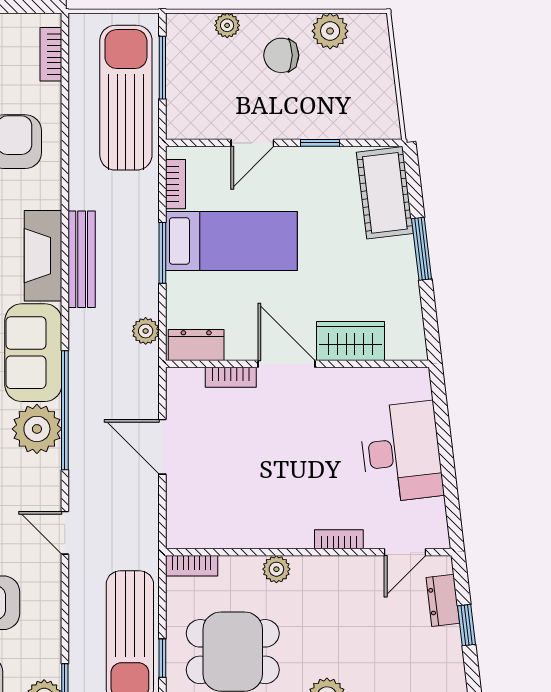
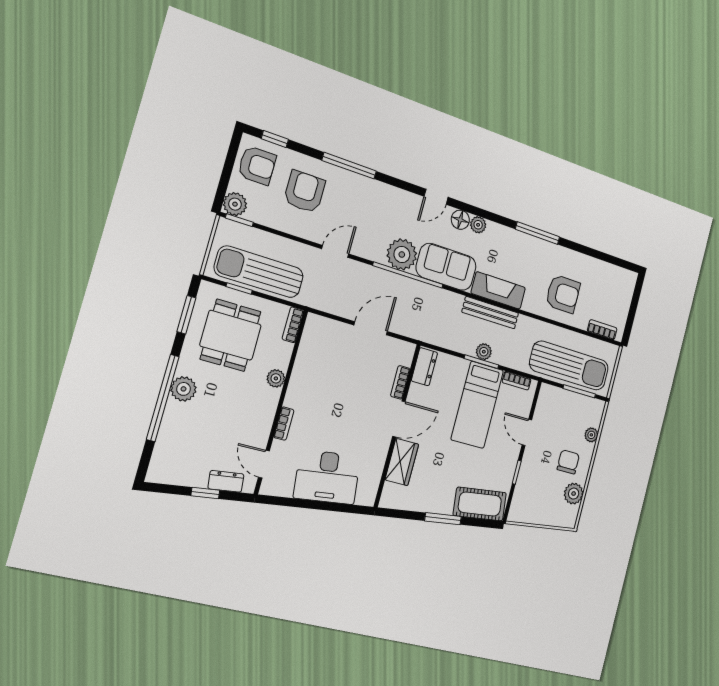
plant: (146, 331) -> (484, 352), moved

